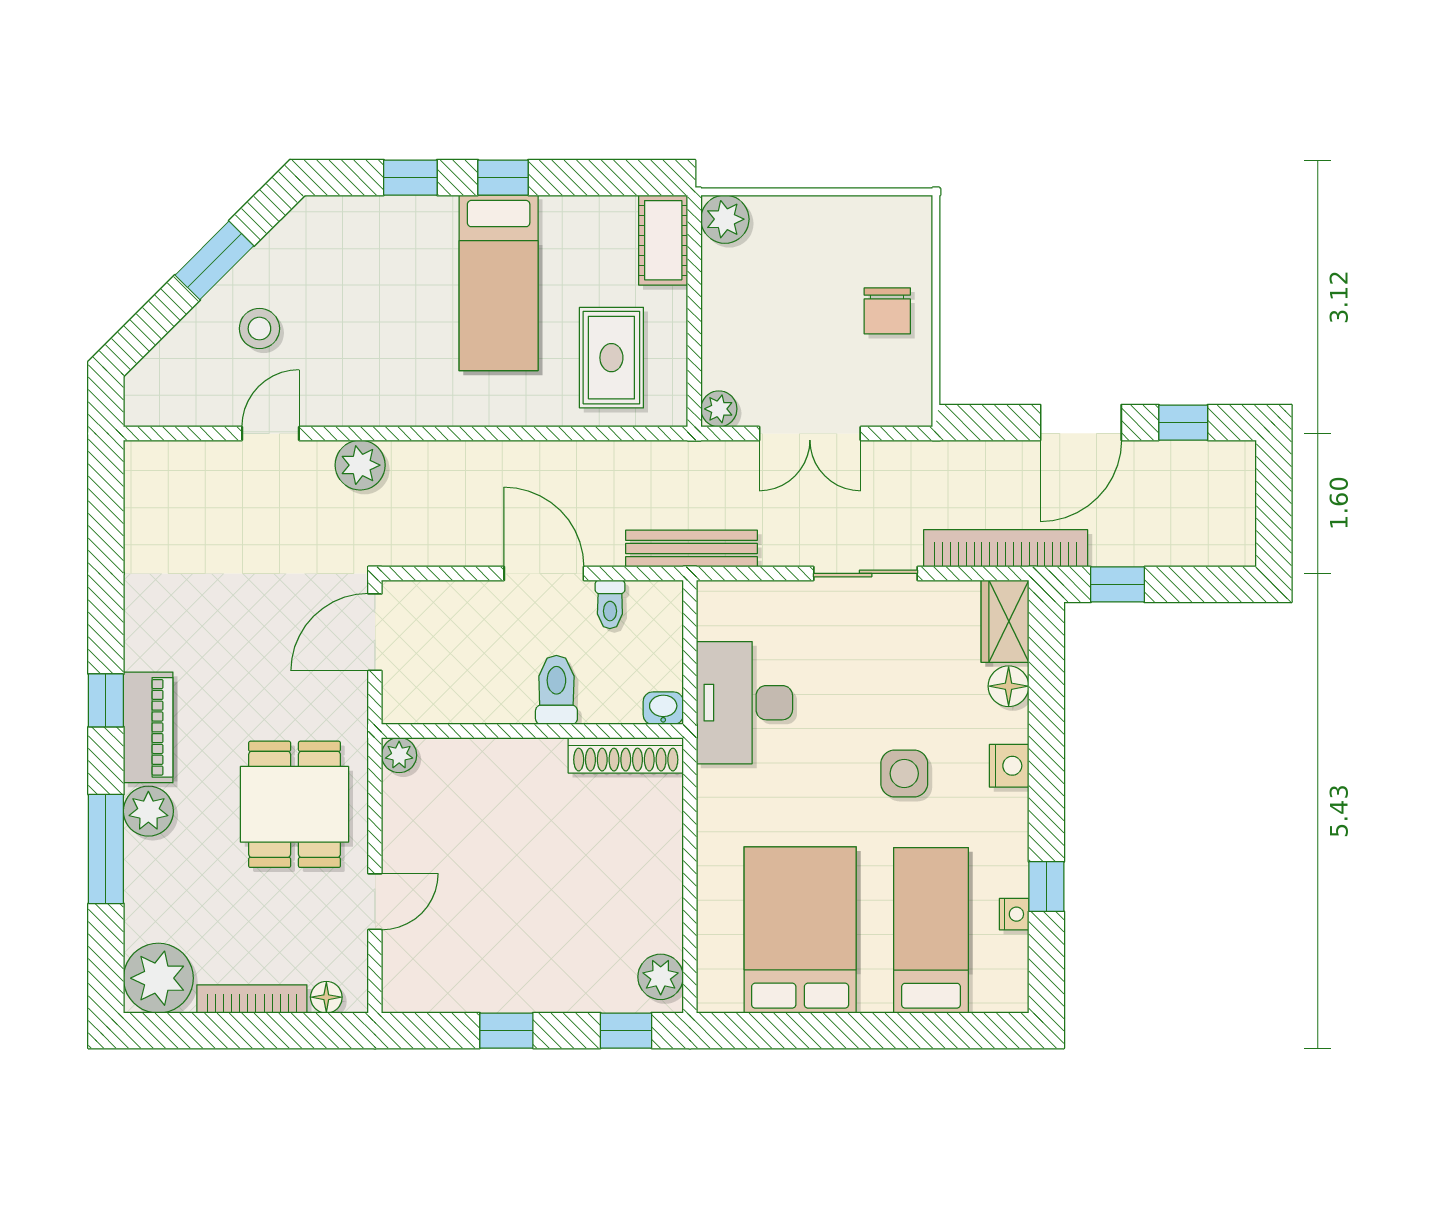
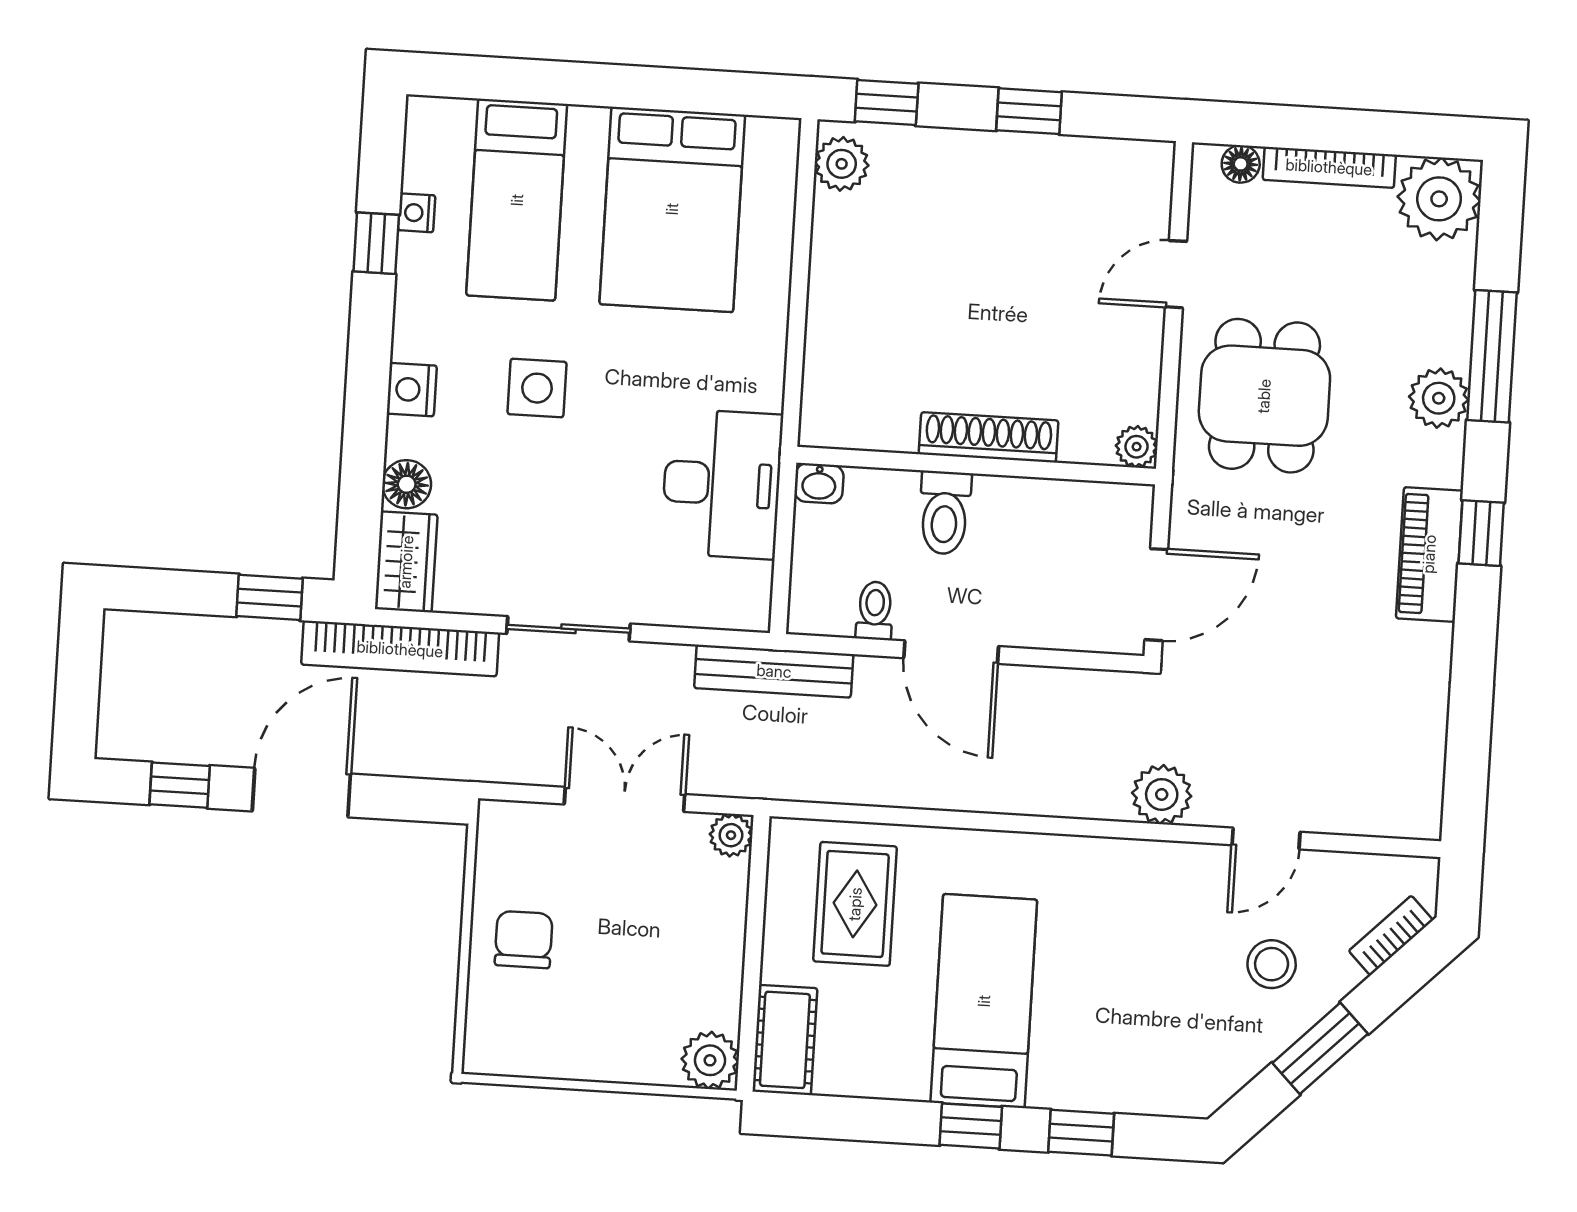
bookcase: (161, 359) -> (1391, 936), added
piano: (148, 727) -> (1429, 554), moved
shoe rack: (626, 755) -> (989, 437), moved

